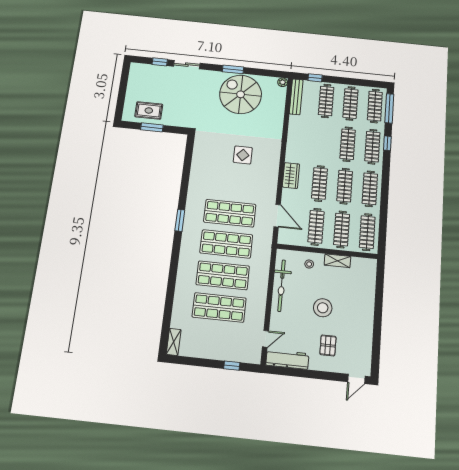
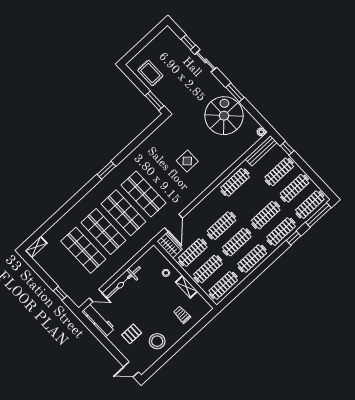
window: (152, 127) -> (155, 101), moved
clothes rail: (298, 139) -> (235, 182), added
wardrobe: (291, 175) -> (170, 245), moved, turned -90
bicycle: (282, 286) -> (124, 282), moved
trolley: (356, 288) -> (182, 315), added
stool: (323, 308) -> (157, 341), moved

